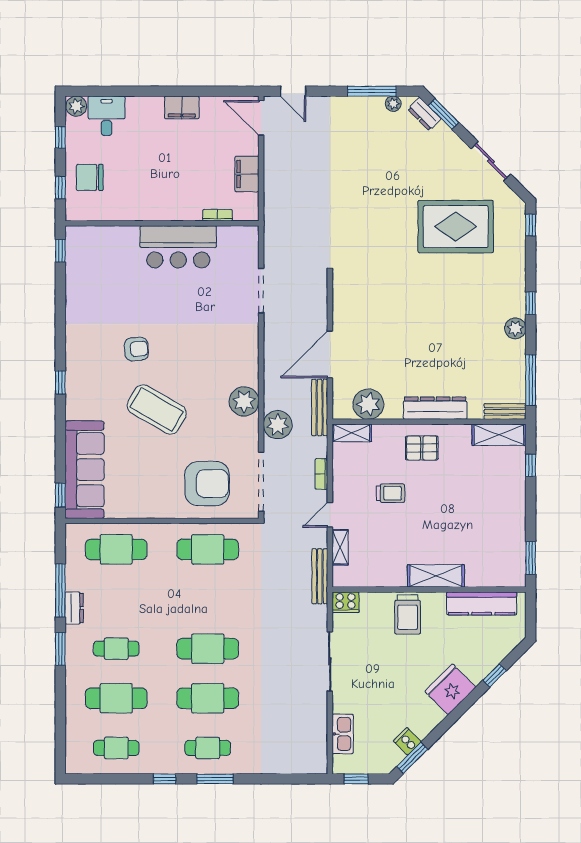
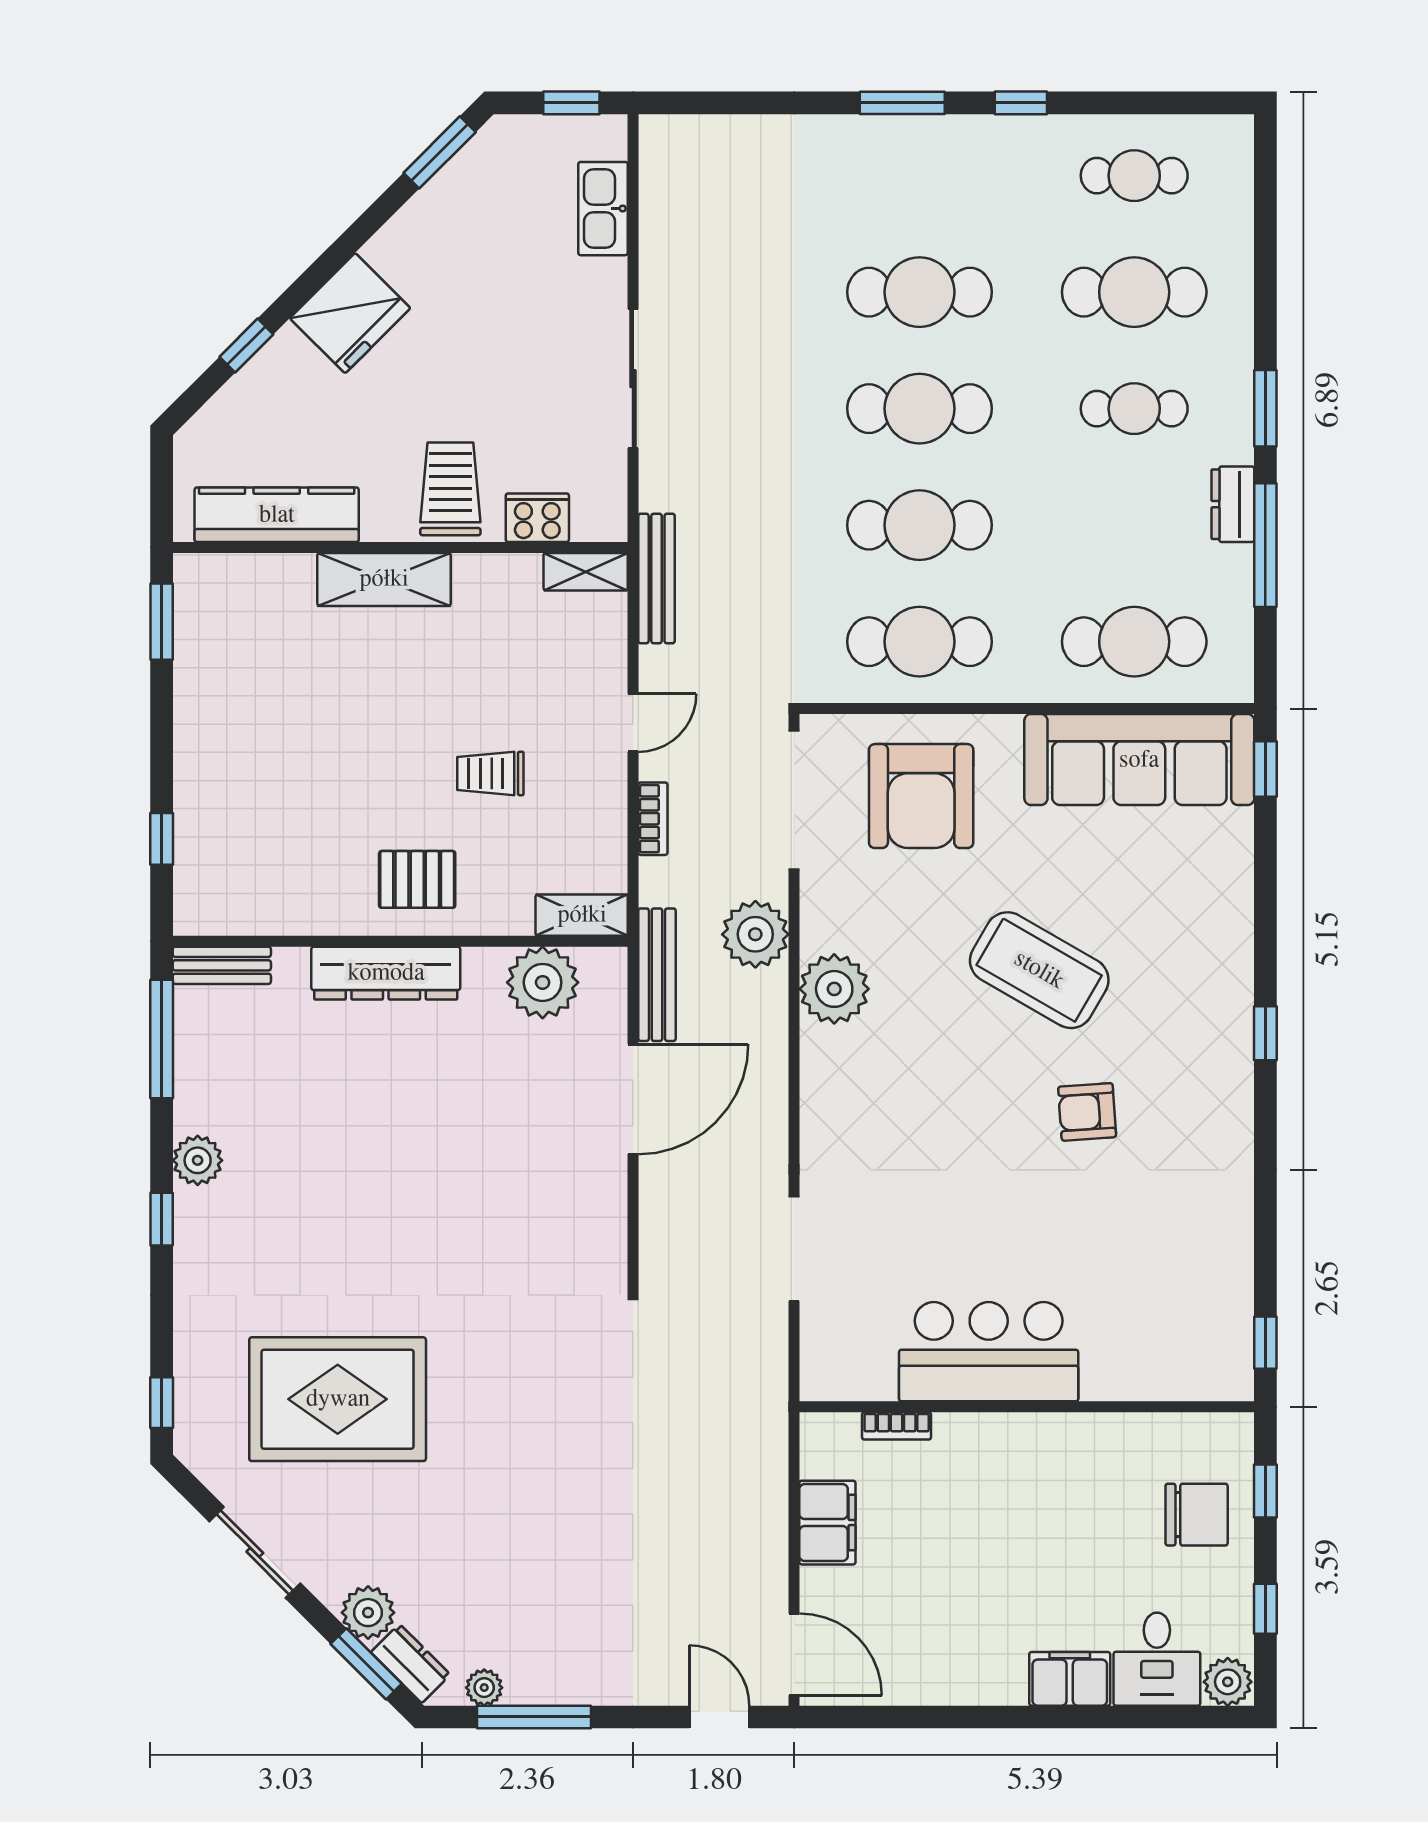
filing cabinet: (182, 107) -> (1070, 1679), moved
plant: (443, 136) -> (368, 1613), added
shelving: (499, 435) -> (236, 911), removed
sofa: (85, 470) -> (1139, 760), moved, turned -90
armchair: (207, 484) -> (921, 796), turned -90
shelving: (340, 547) -> (586, 572), moved, turned 90
cooker: (346, 602) -> (537, 518), moved
cooker: (407, 741) -> (451, 191), removed
cafe table: (208, 748) -> (919, 525), moved, width x1.37, depth x1.35

